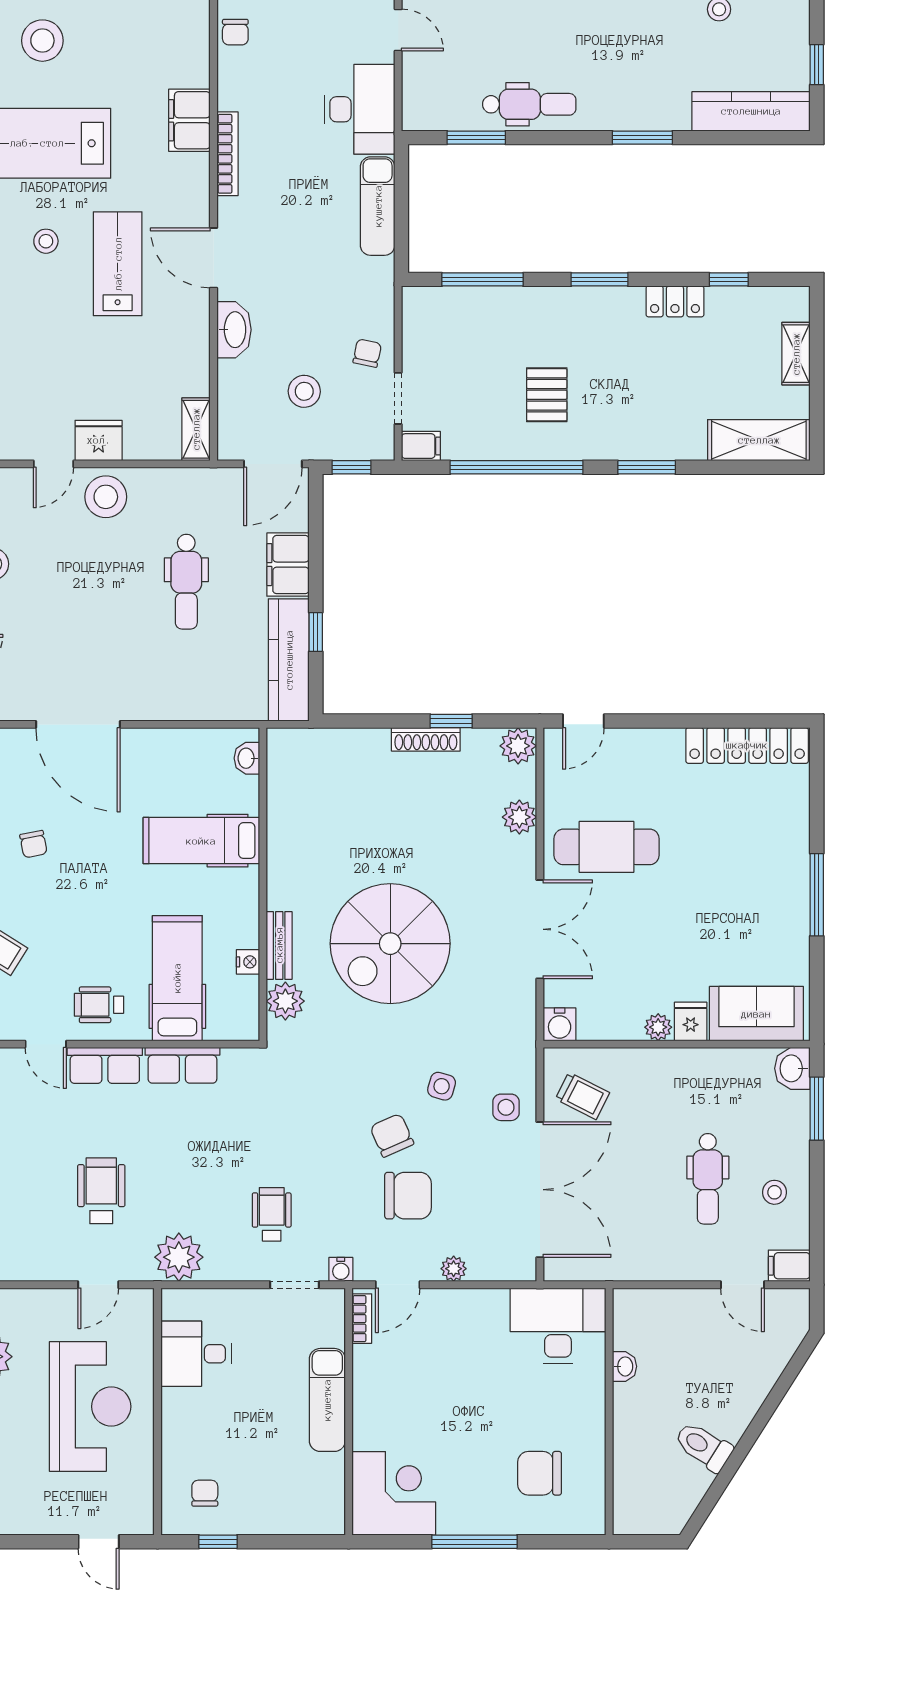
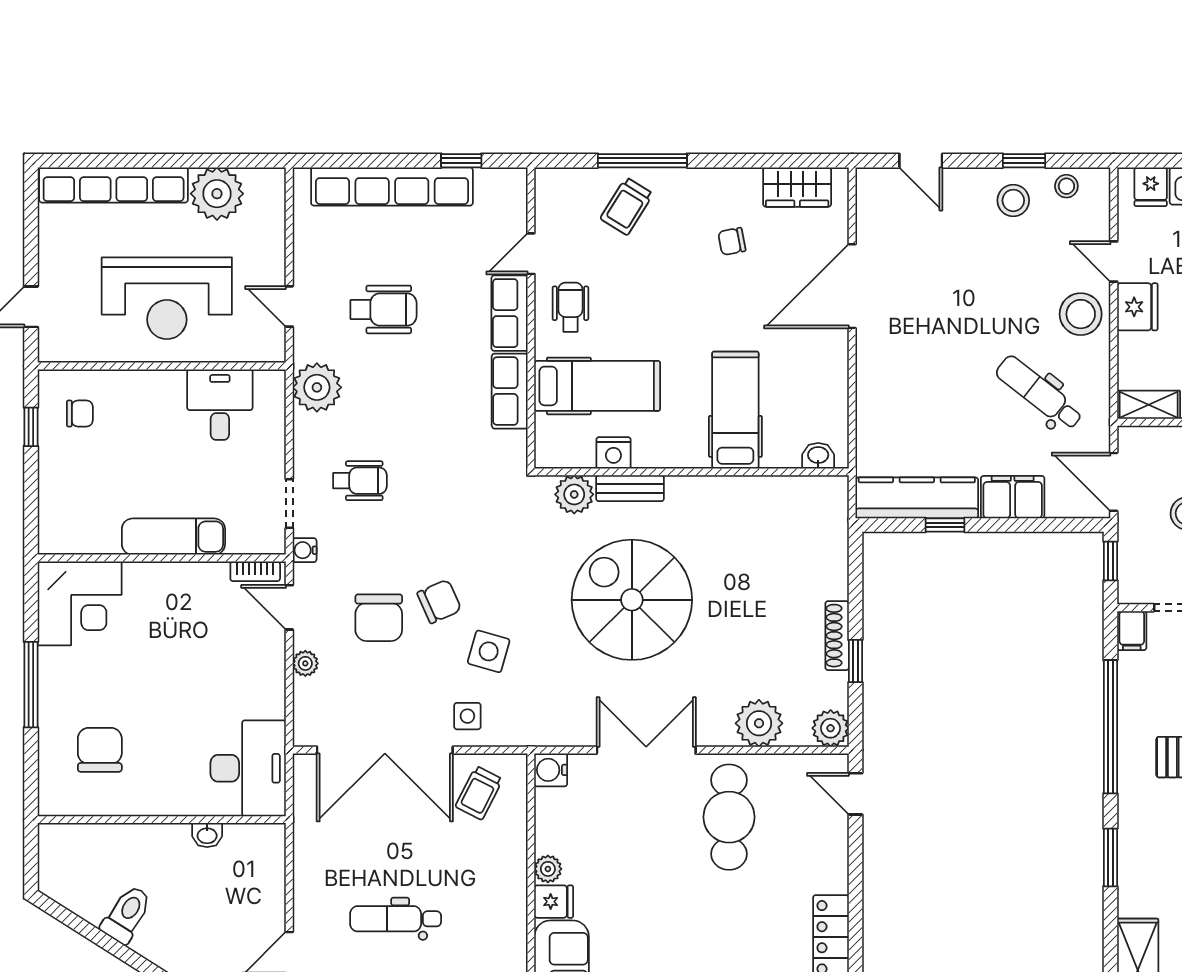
dental chair: (186, 582) -> (1039, 393), moved, turned 38
plant: (519, 817) -> (759, 723), width x1.36, depth x1.36
double door: (540, 929) -> (646, 750), swing flipped
nightstand: (248, 962) -> (613, 453), width x1.39, depth x1.35
side table: (442, 1086) -> (489, 651), width x1.37, depth x1.37

